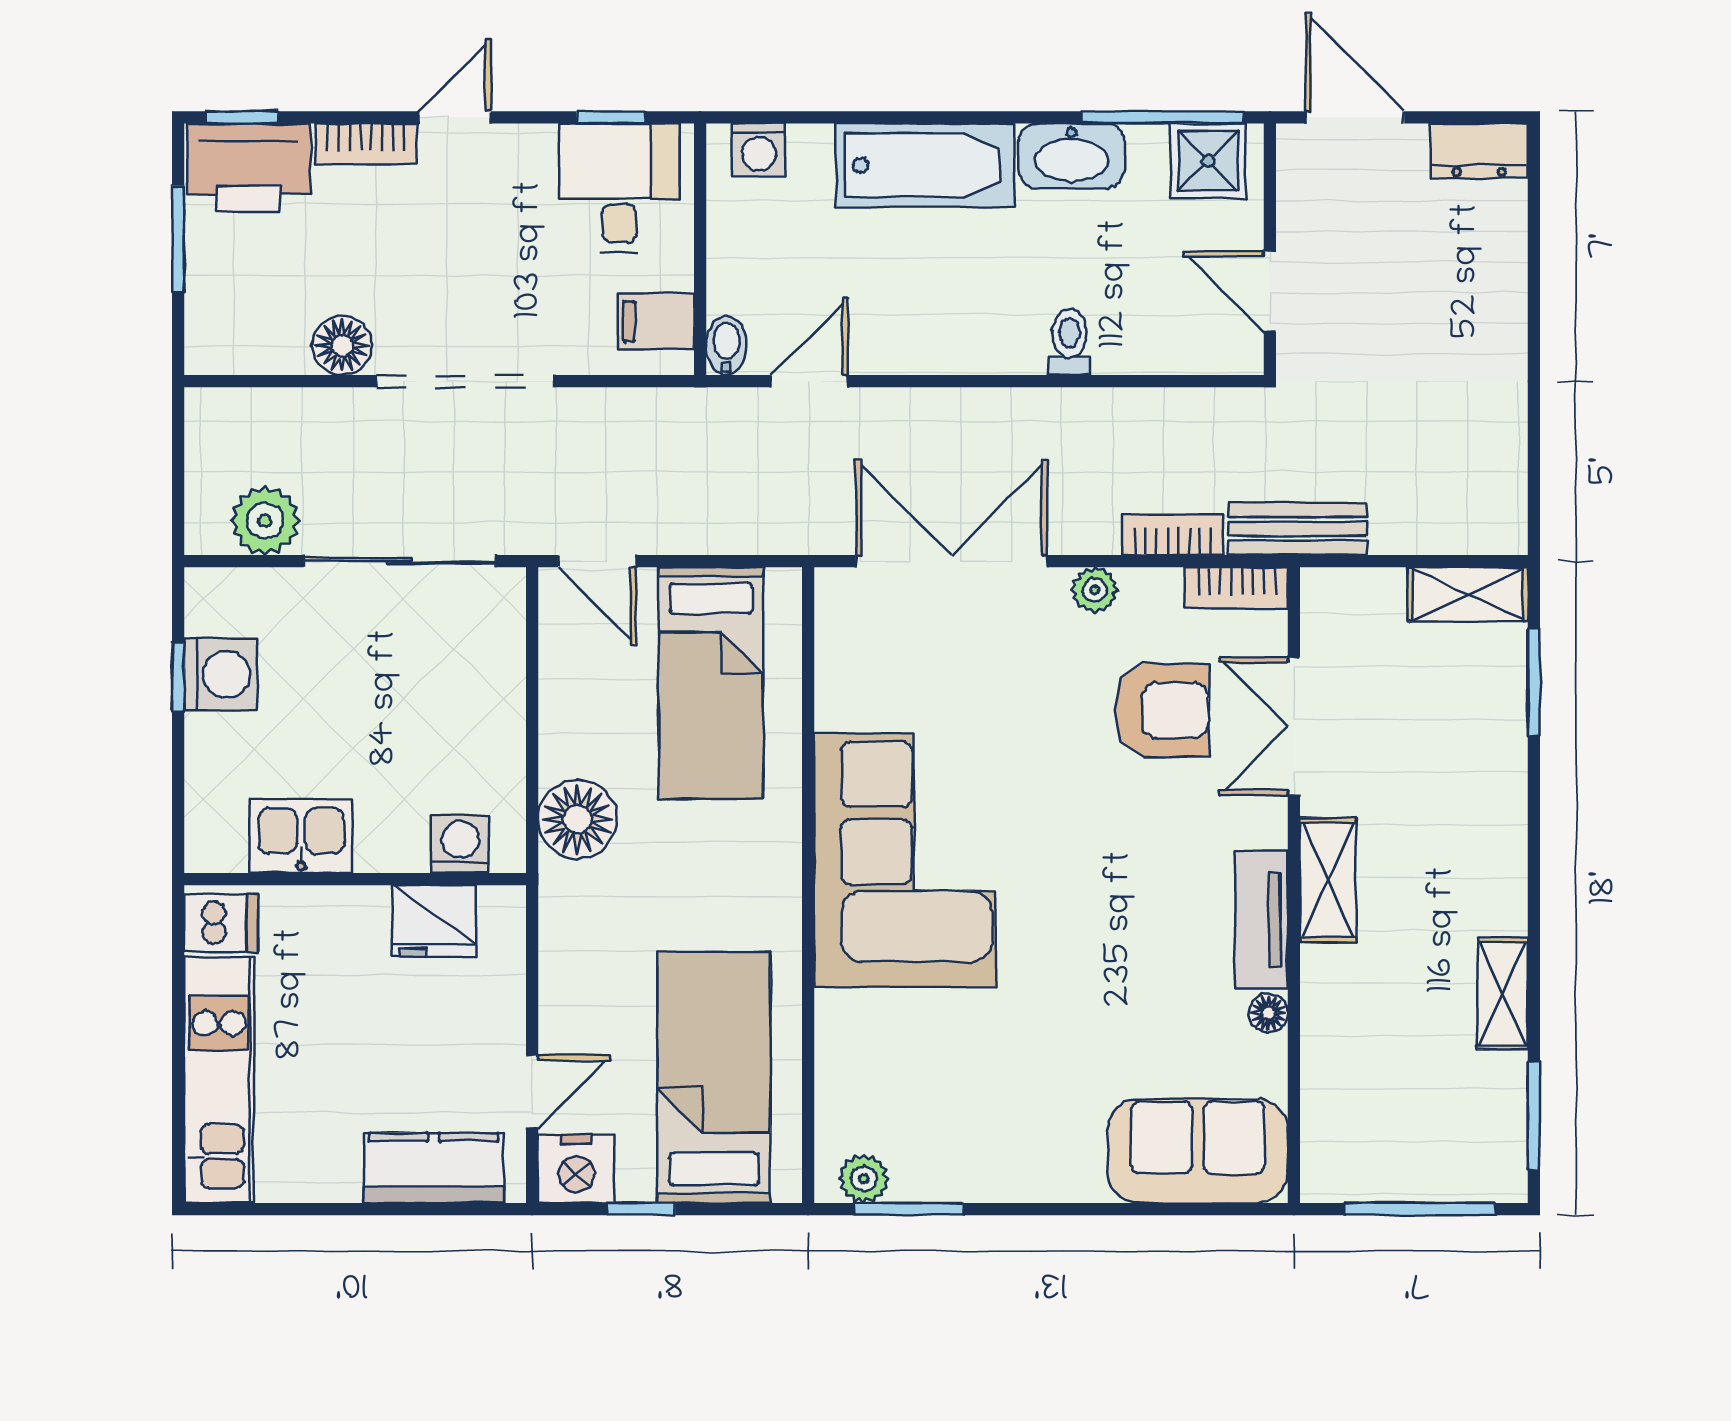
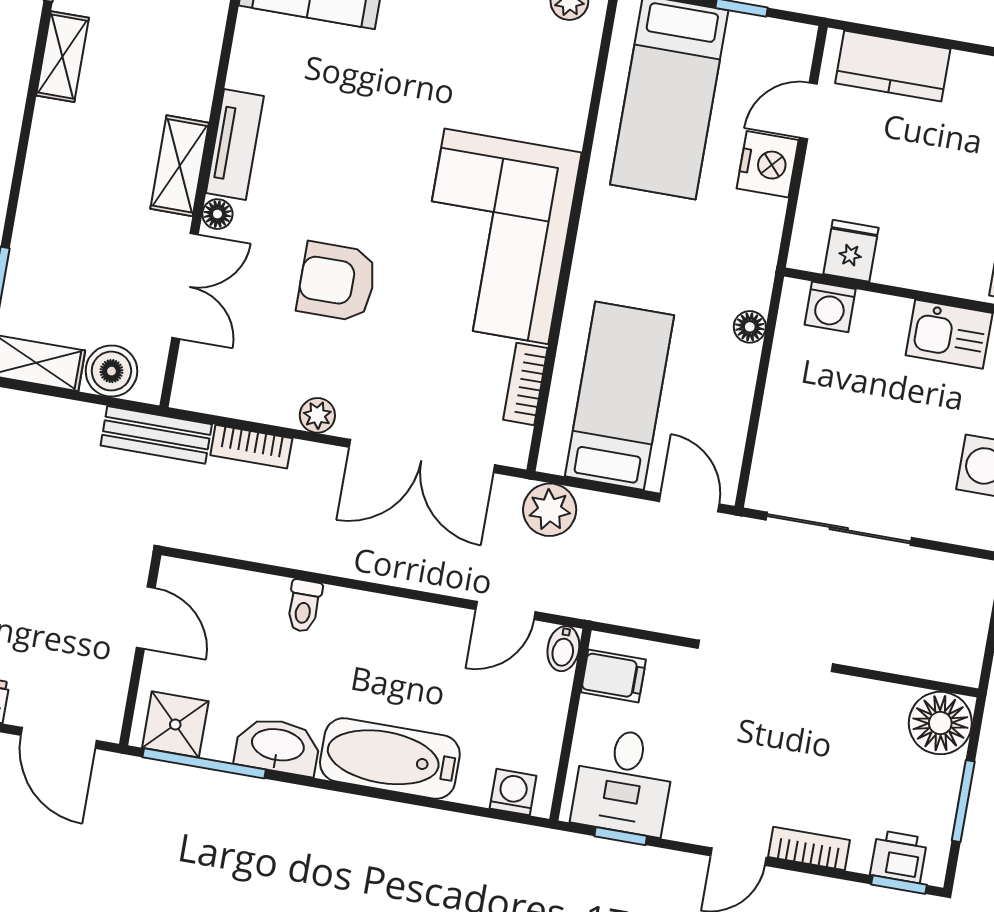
printer: (249, 168) -> (899, 857), width x0.53, depth x0.68
floor lamp: (342, 345) -> (940, 723), moved, width x1.38, depth x1.38
plant: (265, 521) -> (550, 510), moved
bookcase: (1237, 588) -> (525, 384), moved, turned -90
boiler: (1369, 601) -> (111, 371), added
armchair: (1162, 710) -> (337, 282), moved
floor lamp: (577, 819) -> (750, 327), width x0.53, depth x0.53
fridge: (434, 921) -> (851, 251), width x0.72
floor lamp: (1268, 1013) -> (217, 214), moved
nightstand: (576, 1169) -> (768, 164), moved, turned 90

